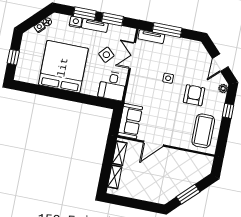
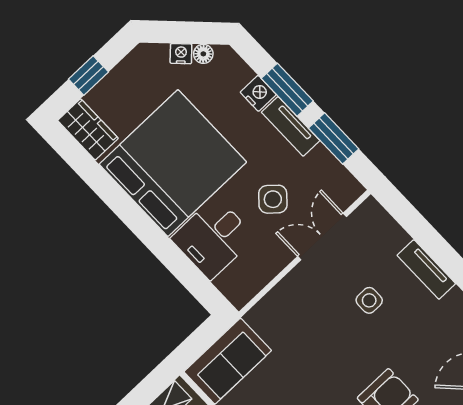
window: (167, 30) -> (425, 235), removed
tv unit: (151, 37) -> (426, 269), moved
wardrobe: (26, 76) -> (88, 129), added
side table: (168, 78) -> (369, 300), moved
desk: (112, 86) -> (213, 238), moved

